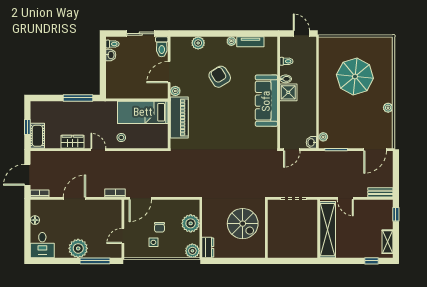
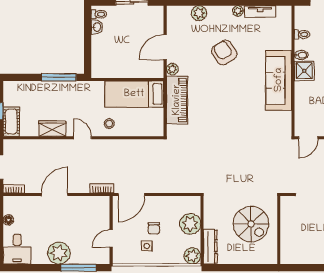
toilet: (162, 47) -> (156, 17), removed
dresser: (208, 248) -> (210, 247), width x1.44

